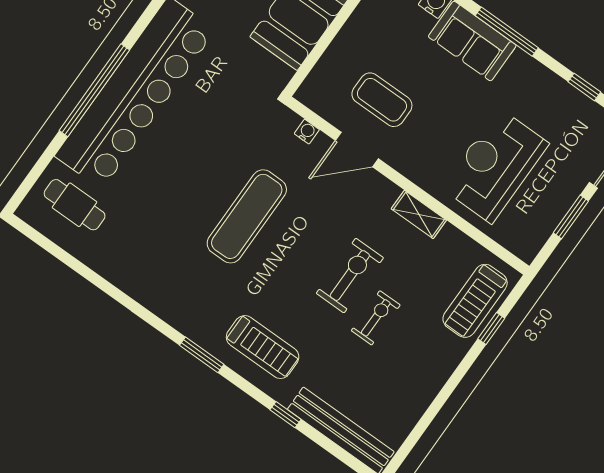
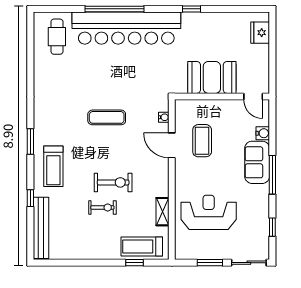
shelving: (419, 214) -> (162, 212), moved
exercise mat: (247, 216) -> (107, 117), width x0.73, depth x0.69

